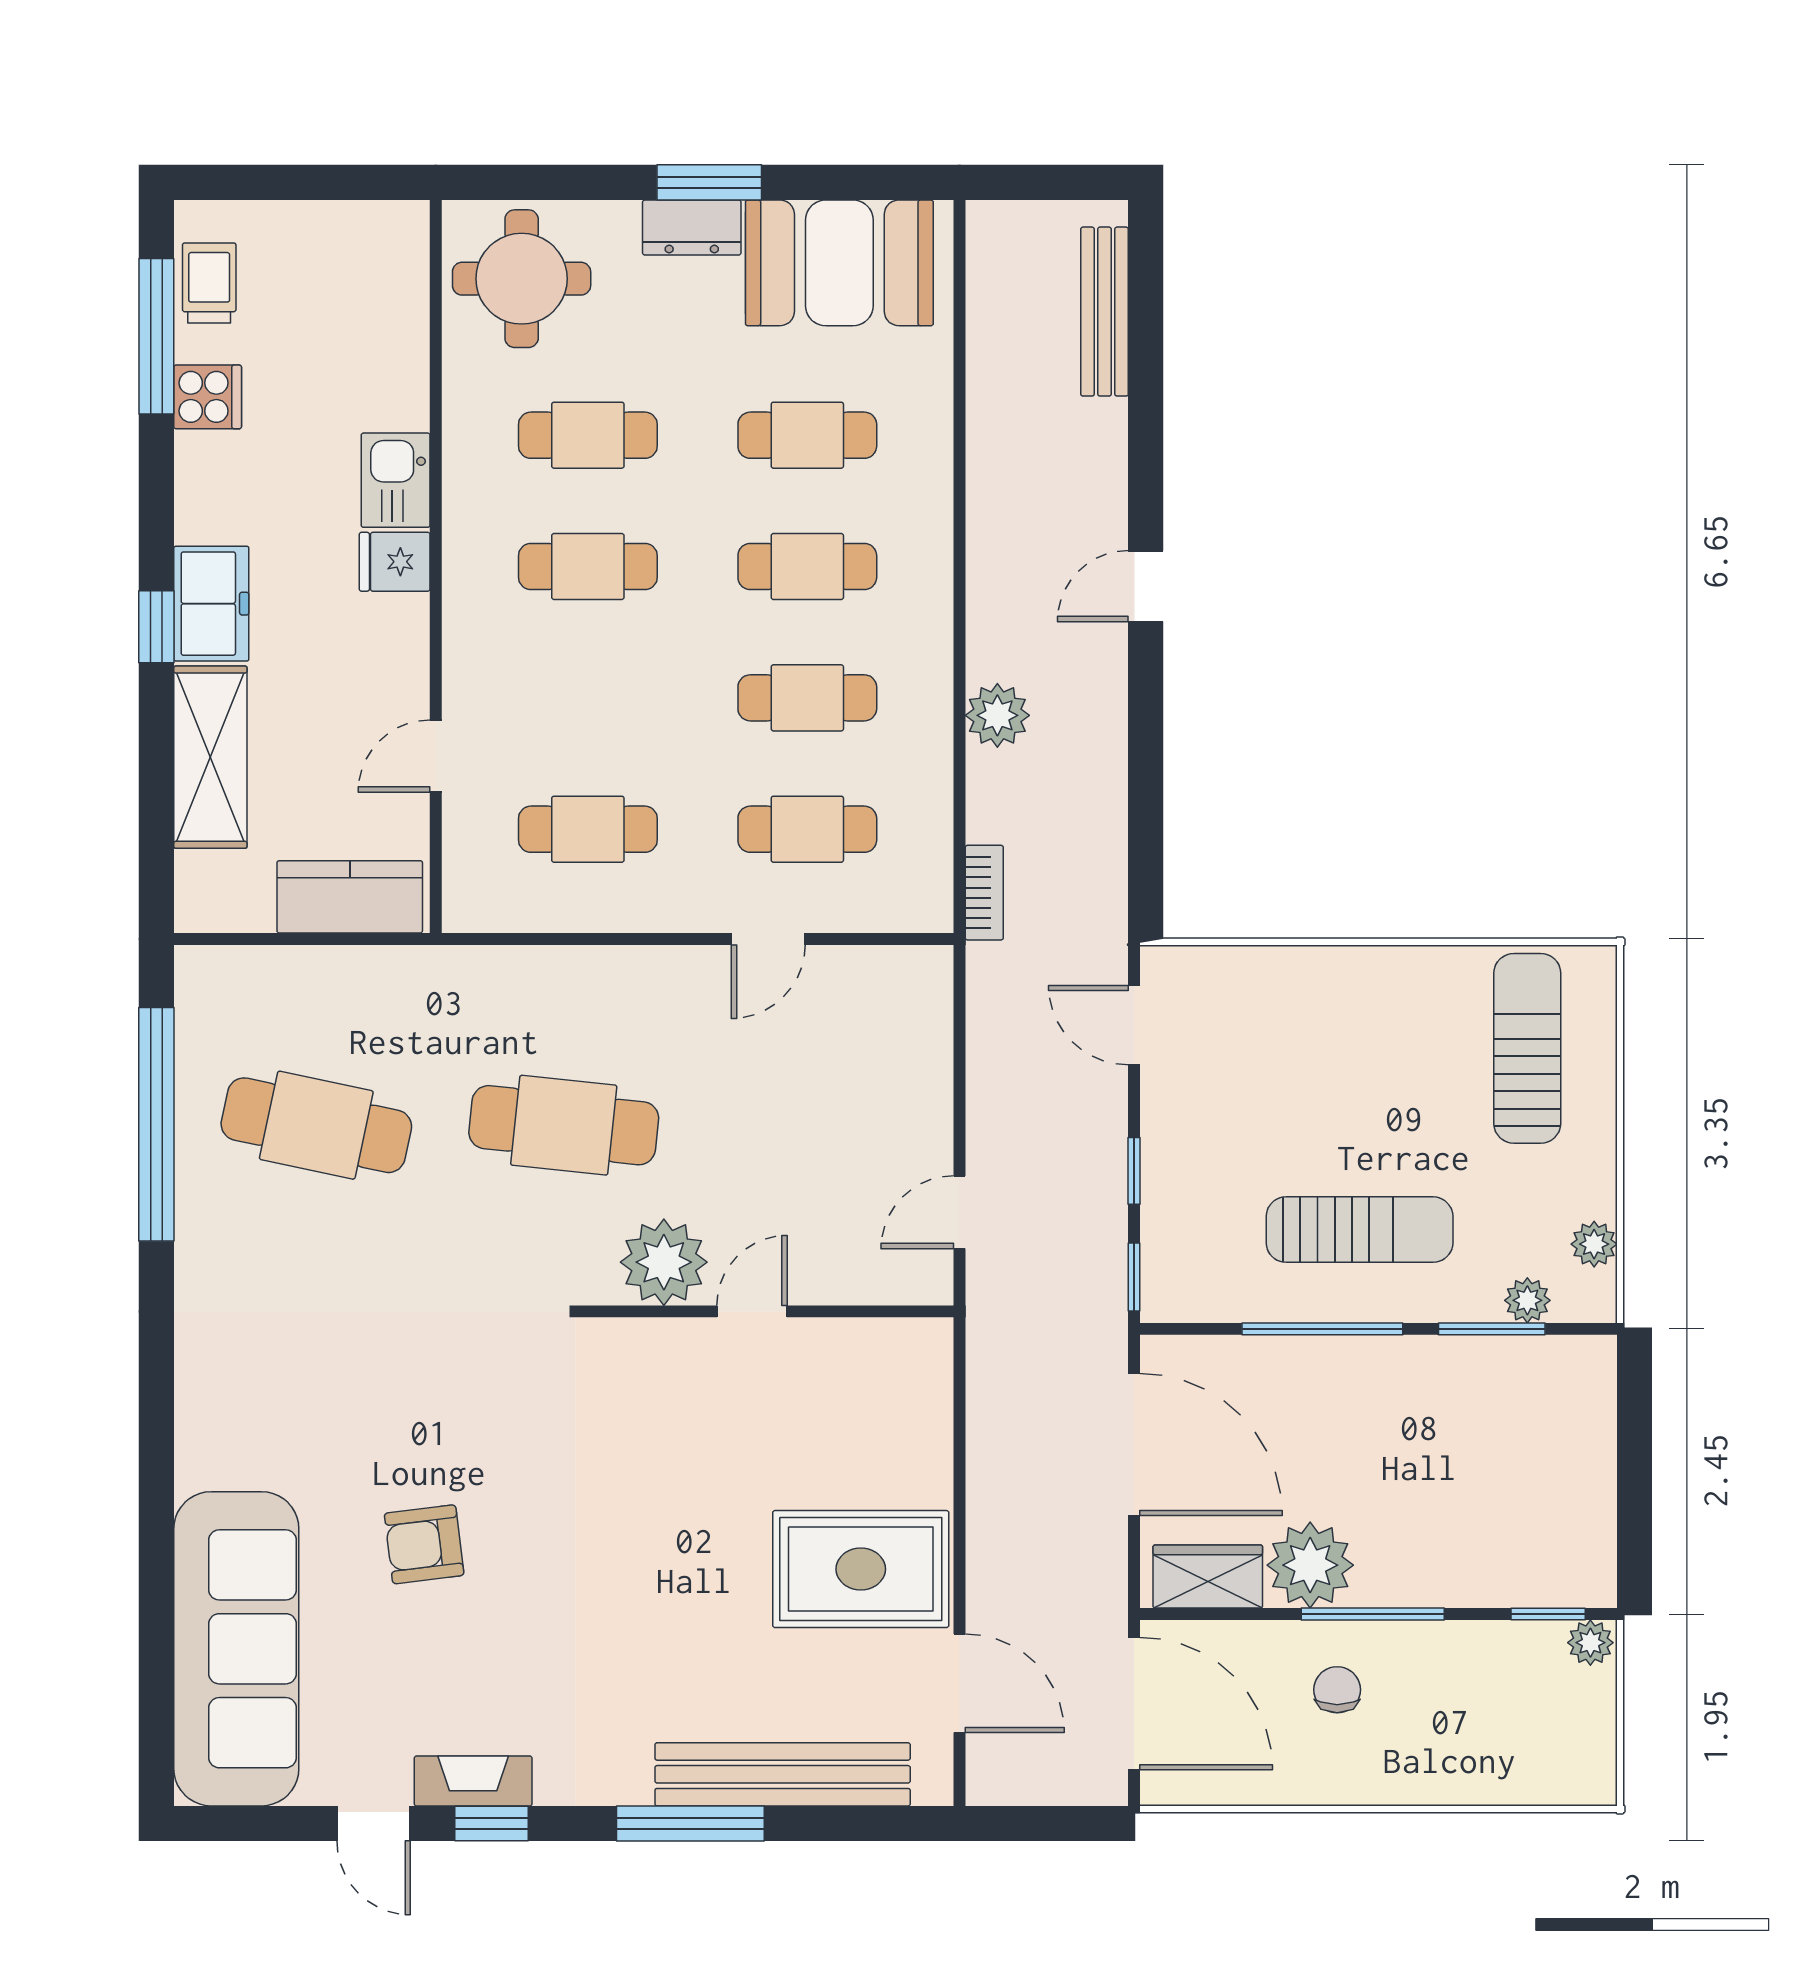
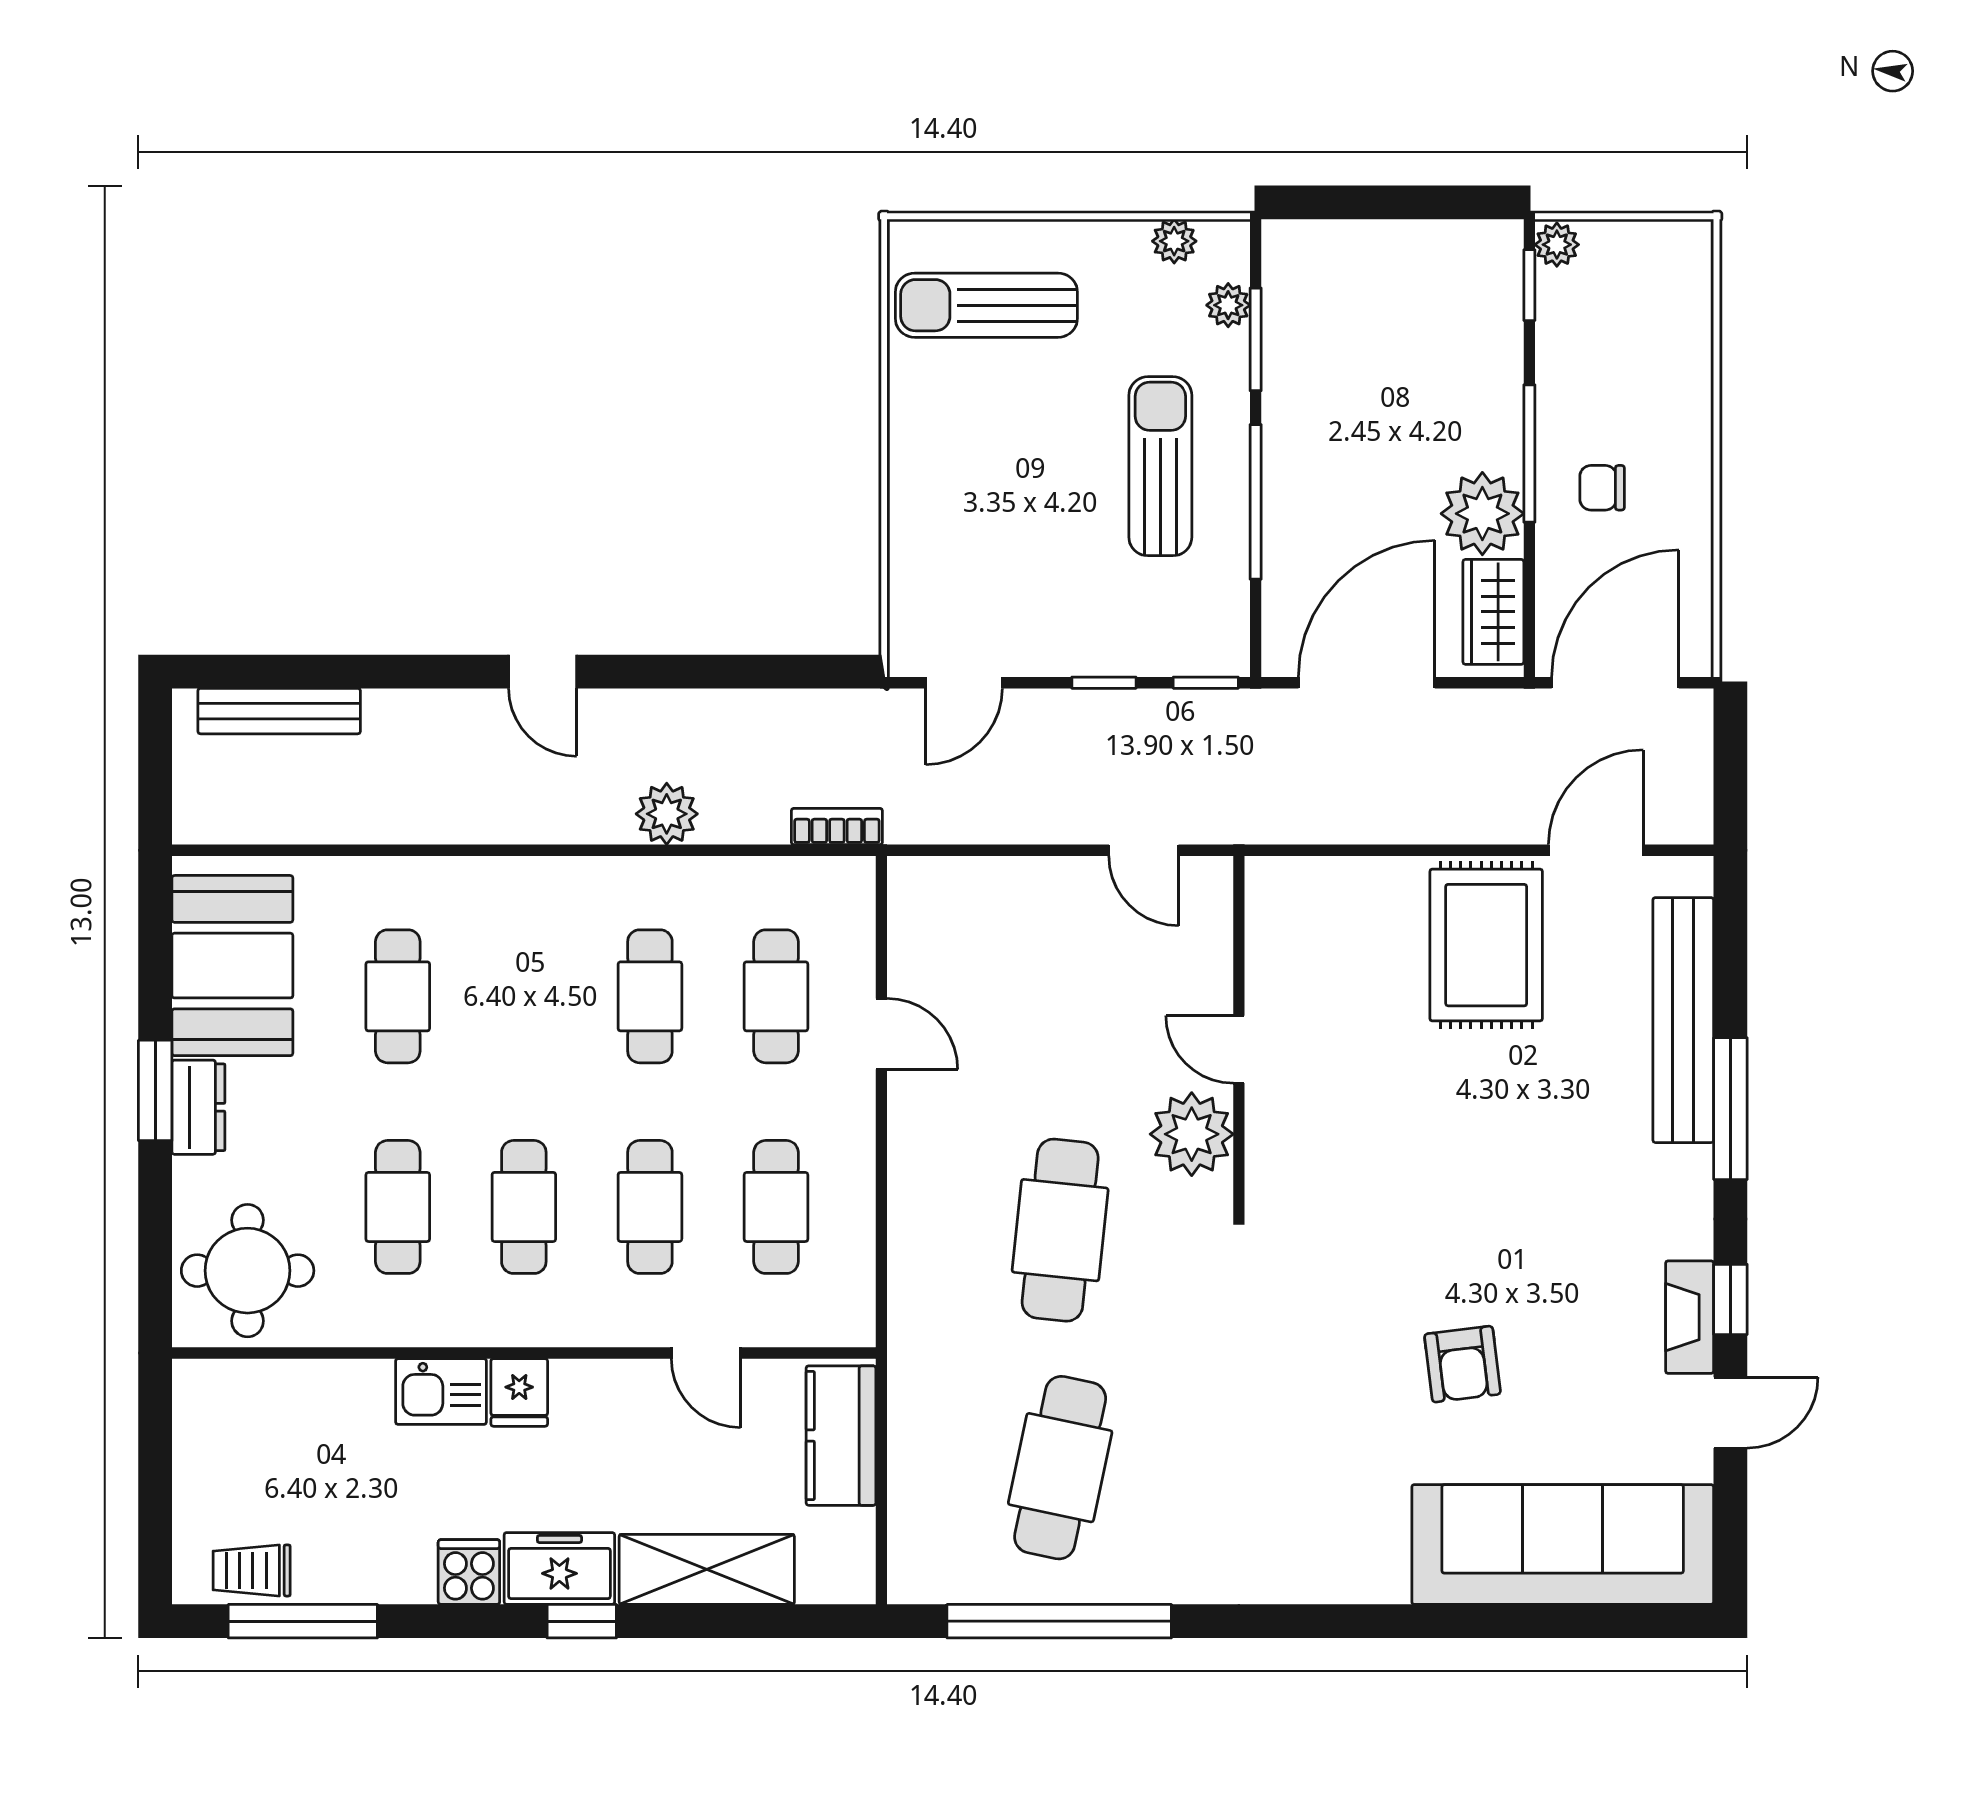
cooker: (208, 397) -> (469, 1572), moved
cafe table: (807, 567) -> (650, 1207), moved

